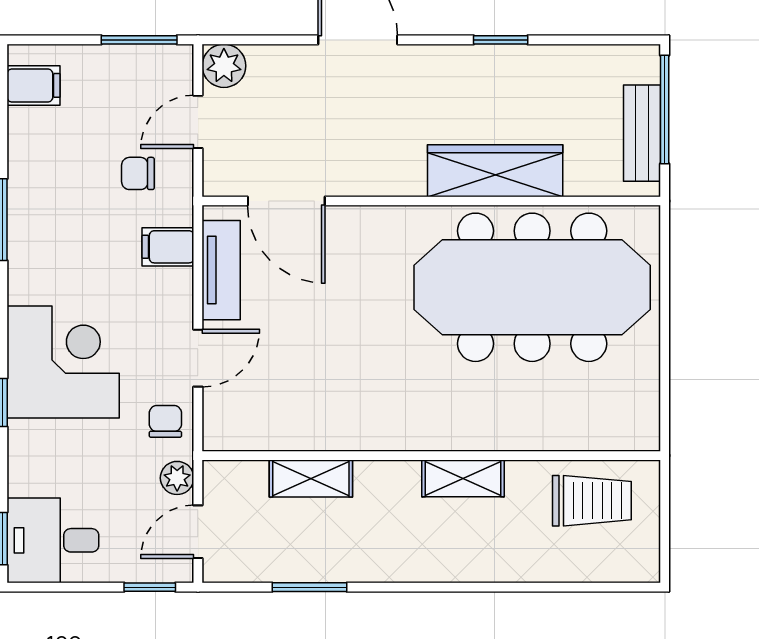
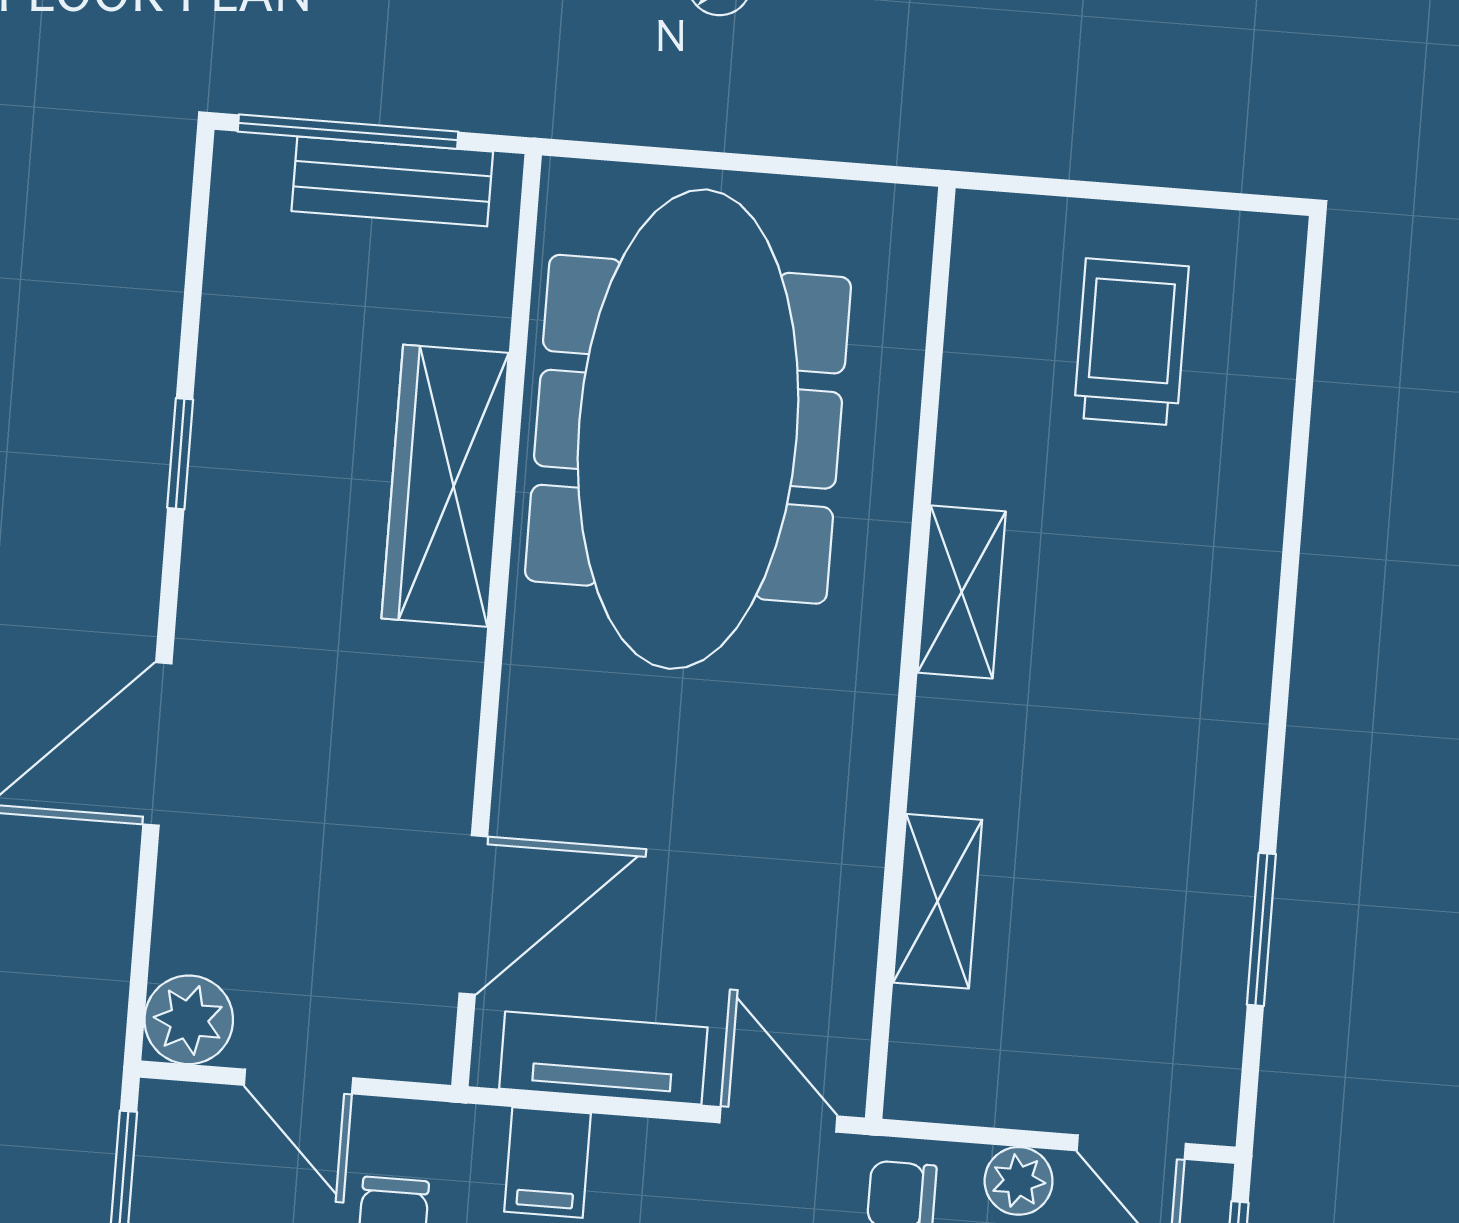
wall: (431, 456) -> (910, 653), moved
shelving: (311, 478) -> (938, 901), moved
shelving: (463, 478) -> (962, 592), moved

